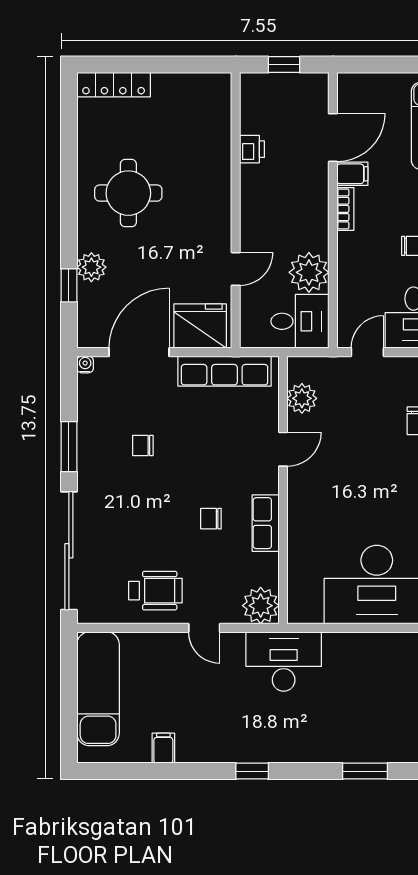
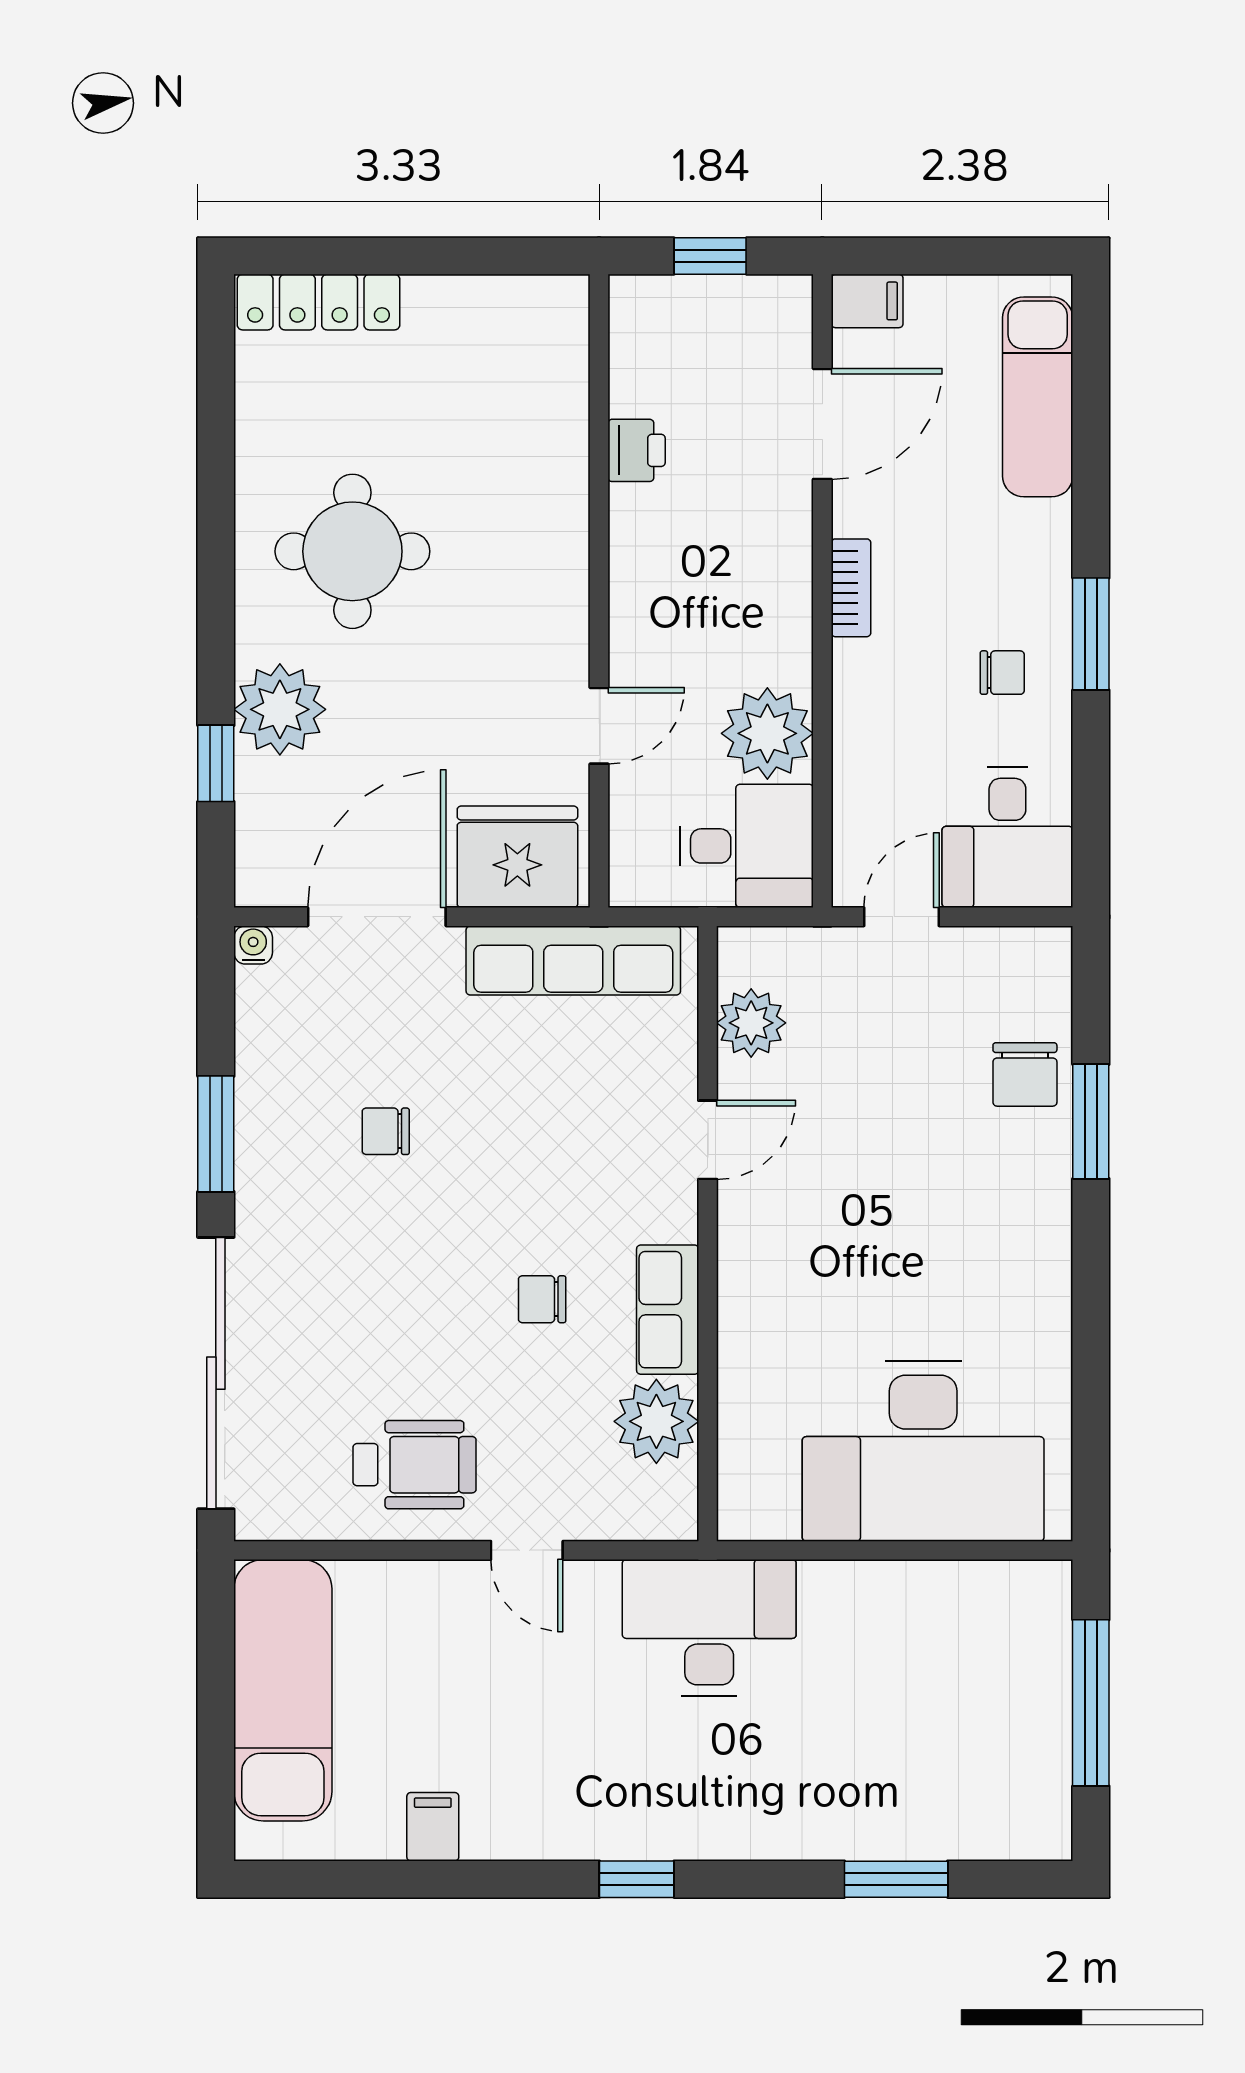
filing cabinet: (352, 174) -> (867, 301), moved
plant: (91, 267) -> (280, 709), width x1.36, depth x1.36
plant: (261, 606) -> (656, 1421), moved

